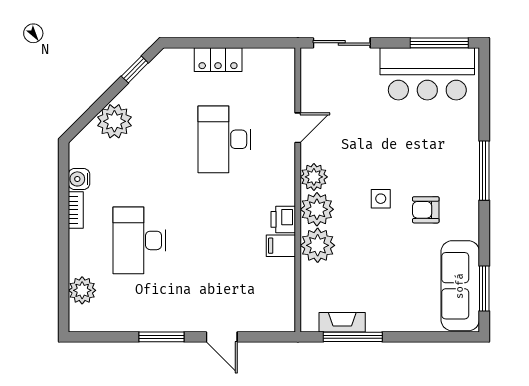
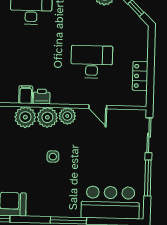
window: (439, 43) -> (148, 178), moved
locker: (218, 60) -> (140, 76), moved
bar counter: (427, 74) -> (110, 203), moved, turned 90
armchair: (426, 210) -> (45, 184), removed

